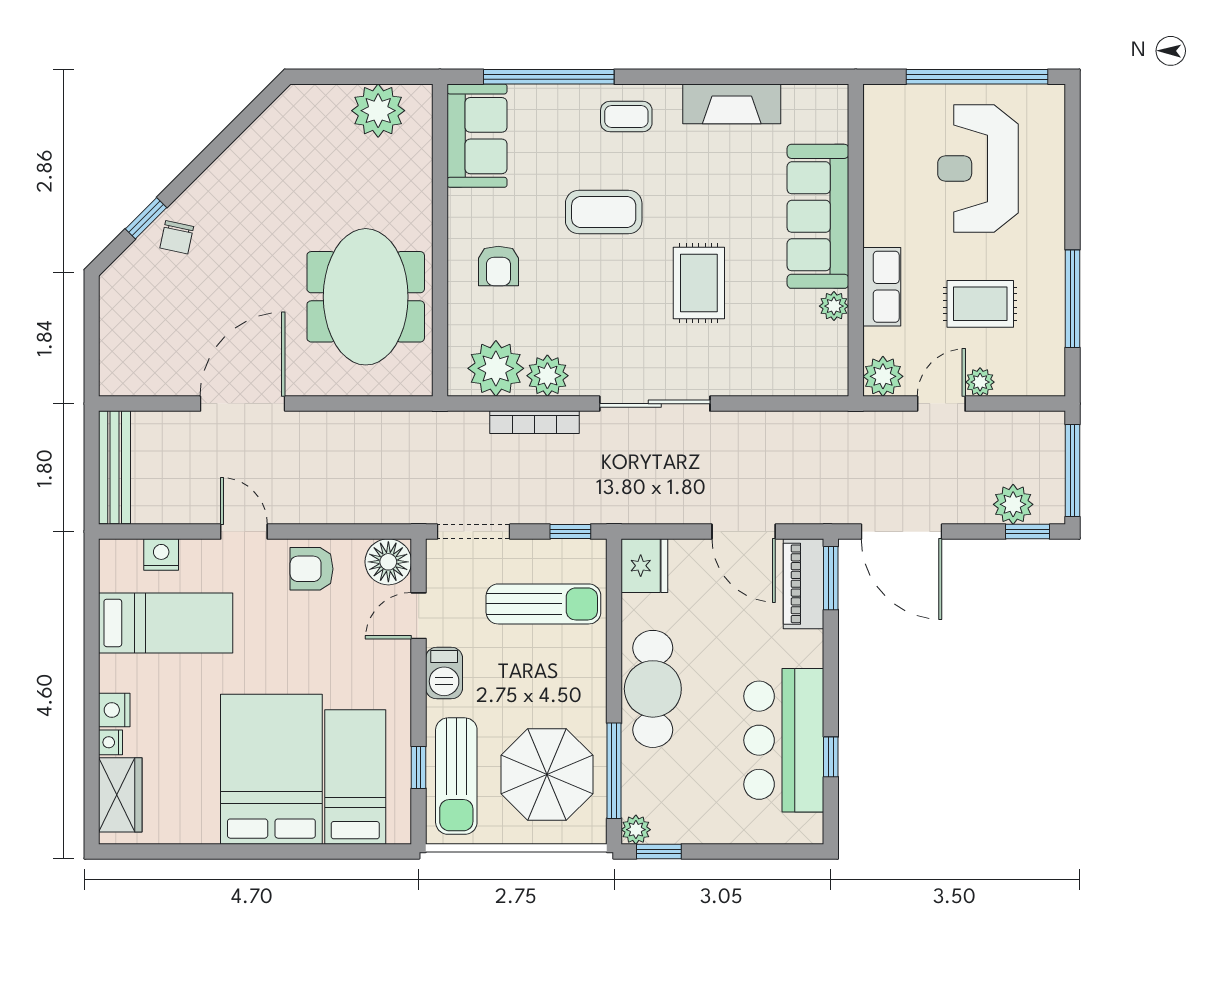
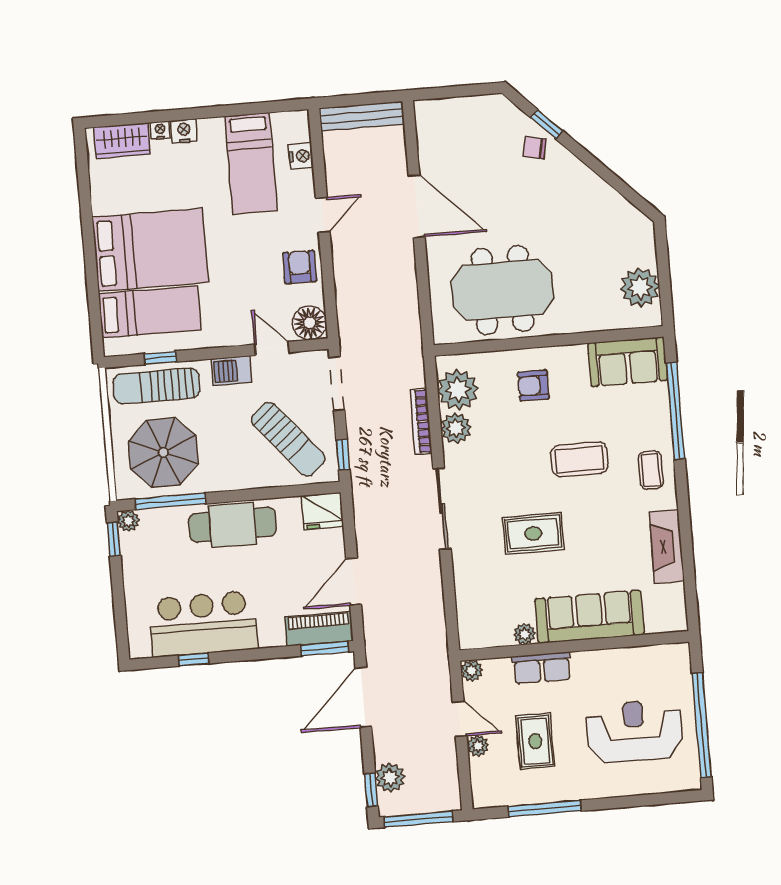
coffee table: (604, 212) -> (579, 459), turned 90
plant: (883, 376) -> (472, 671), width x0.73, depth x0.73
sun lounger: (543, 604) -> (288, 439), turned -40

